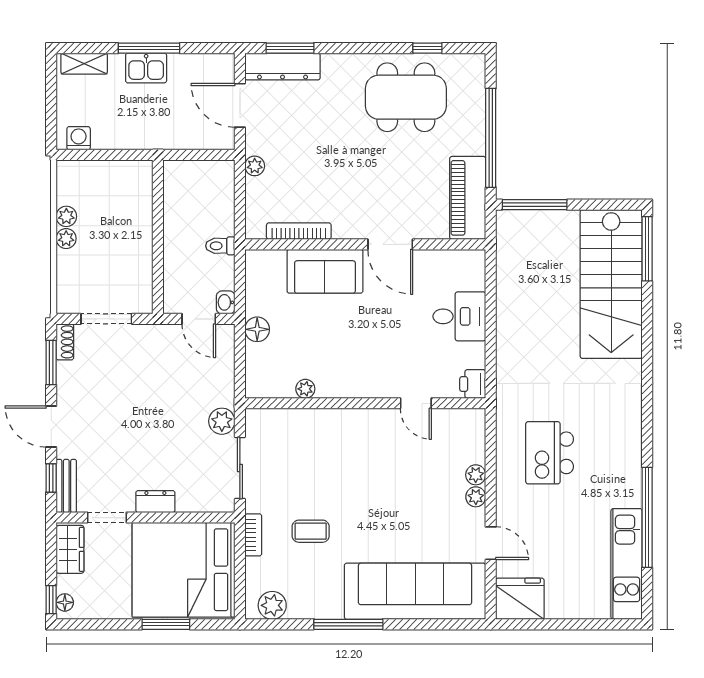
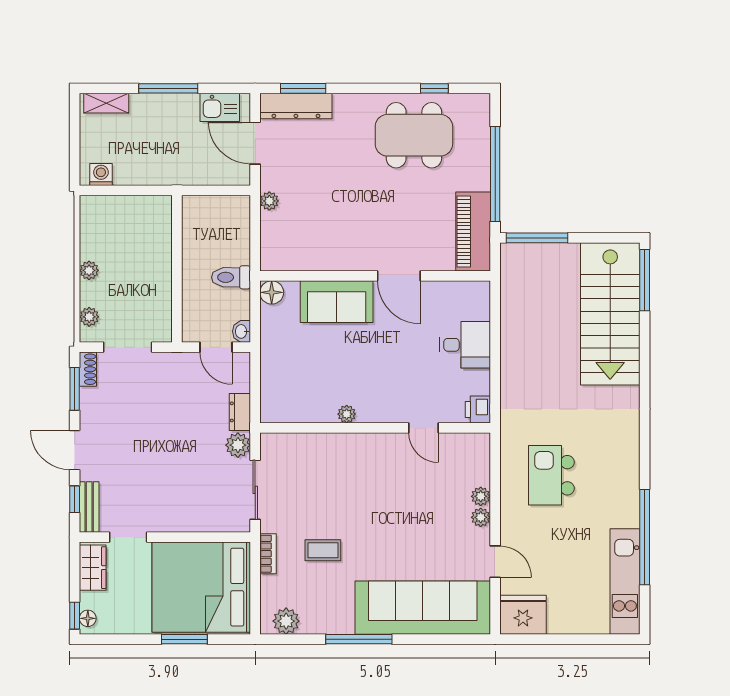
kitchen sink: (146, 68) -> (220, 107), moved
plant: (66, 216) -> (89, 317), moved
bookcase: (299, 231) -> (312, 263), removed
toilet: (220, 246) -> (231, 277), width x1.37, depth x1.39
floor lamp: (257, 329) -> (272, 292), moved
plant: (305, 389) -> (347, 414), moved
dresser: (155, 502) -> (240, 412), moved, turned -90

